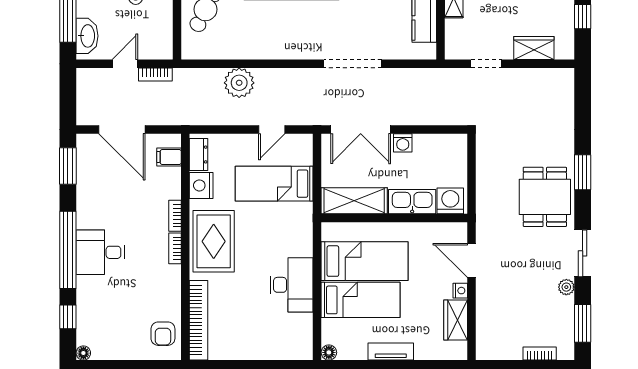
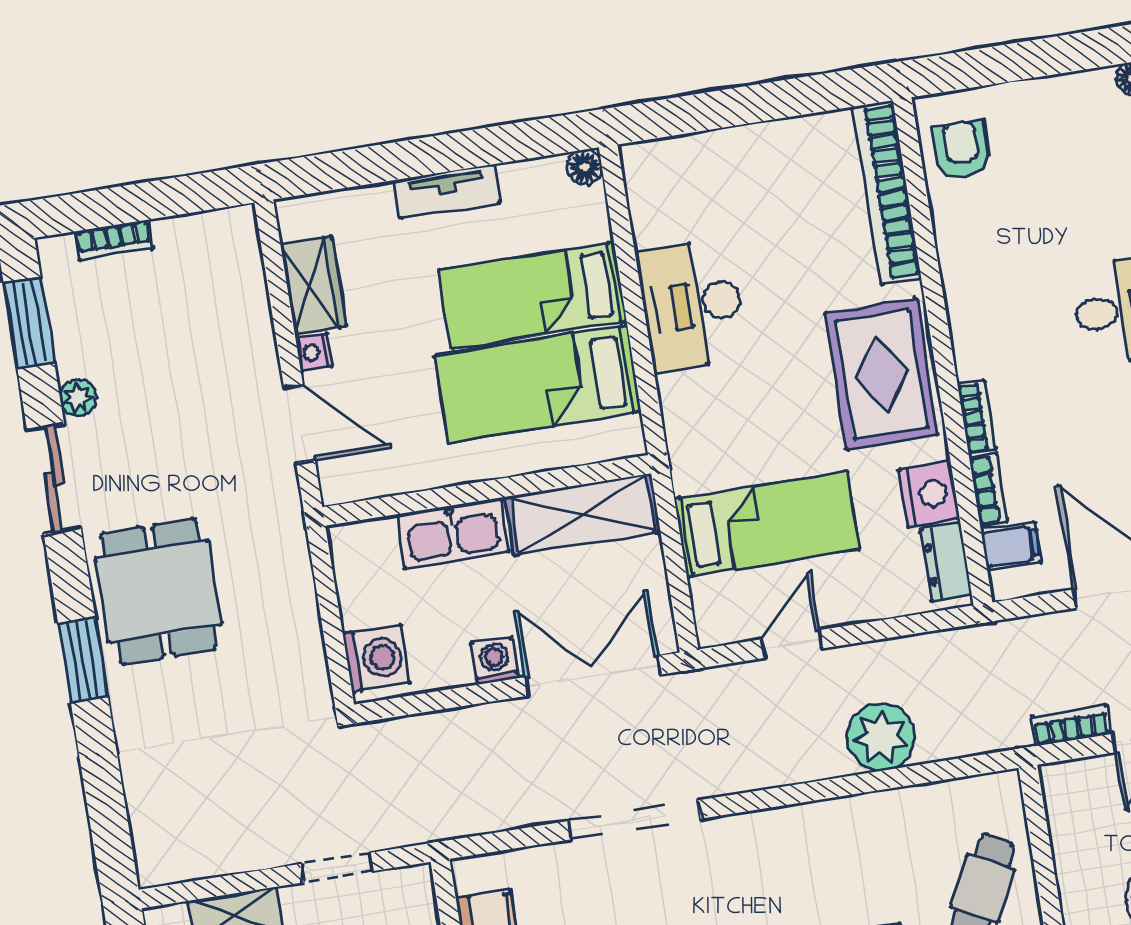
washing machine: (450, 201) -> (376, 658), moved, turned -90
bookcase: (175, 248) -> (988, 490), moved

